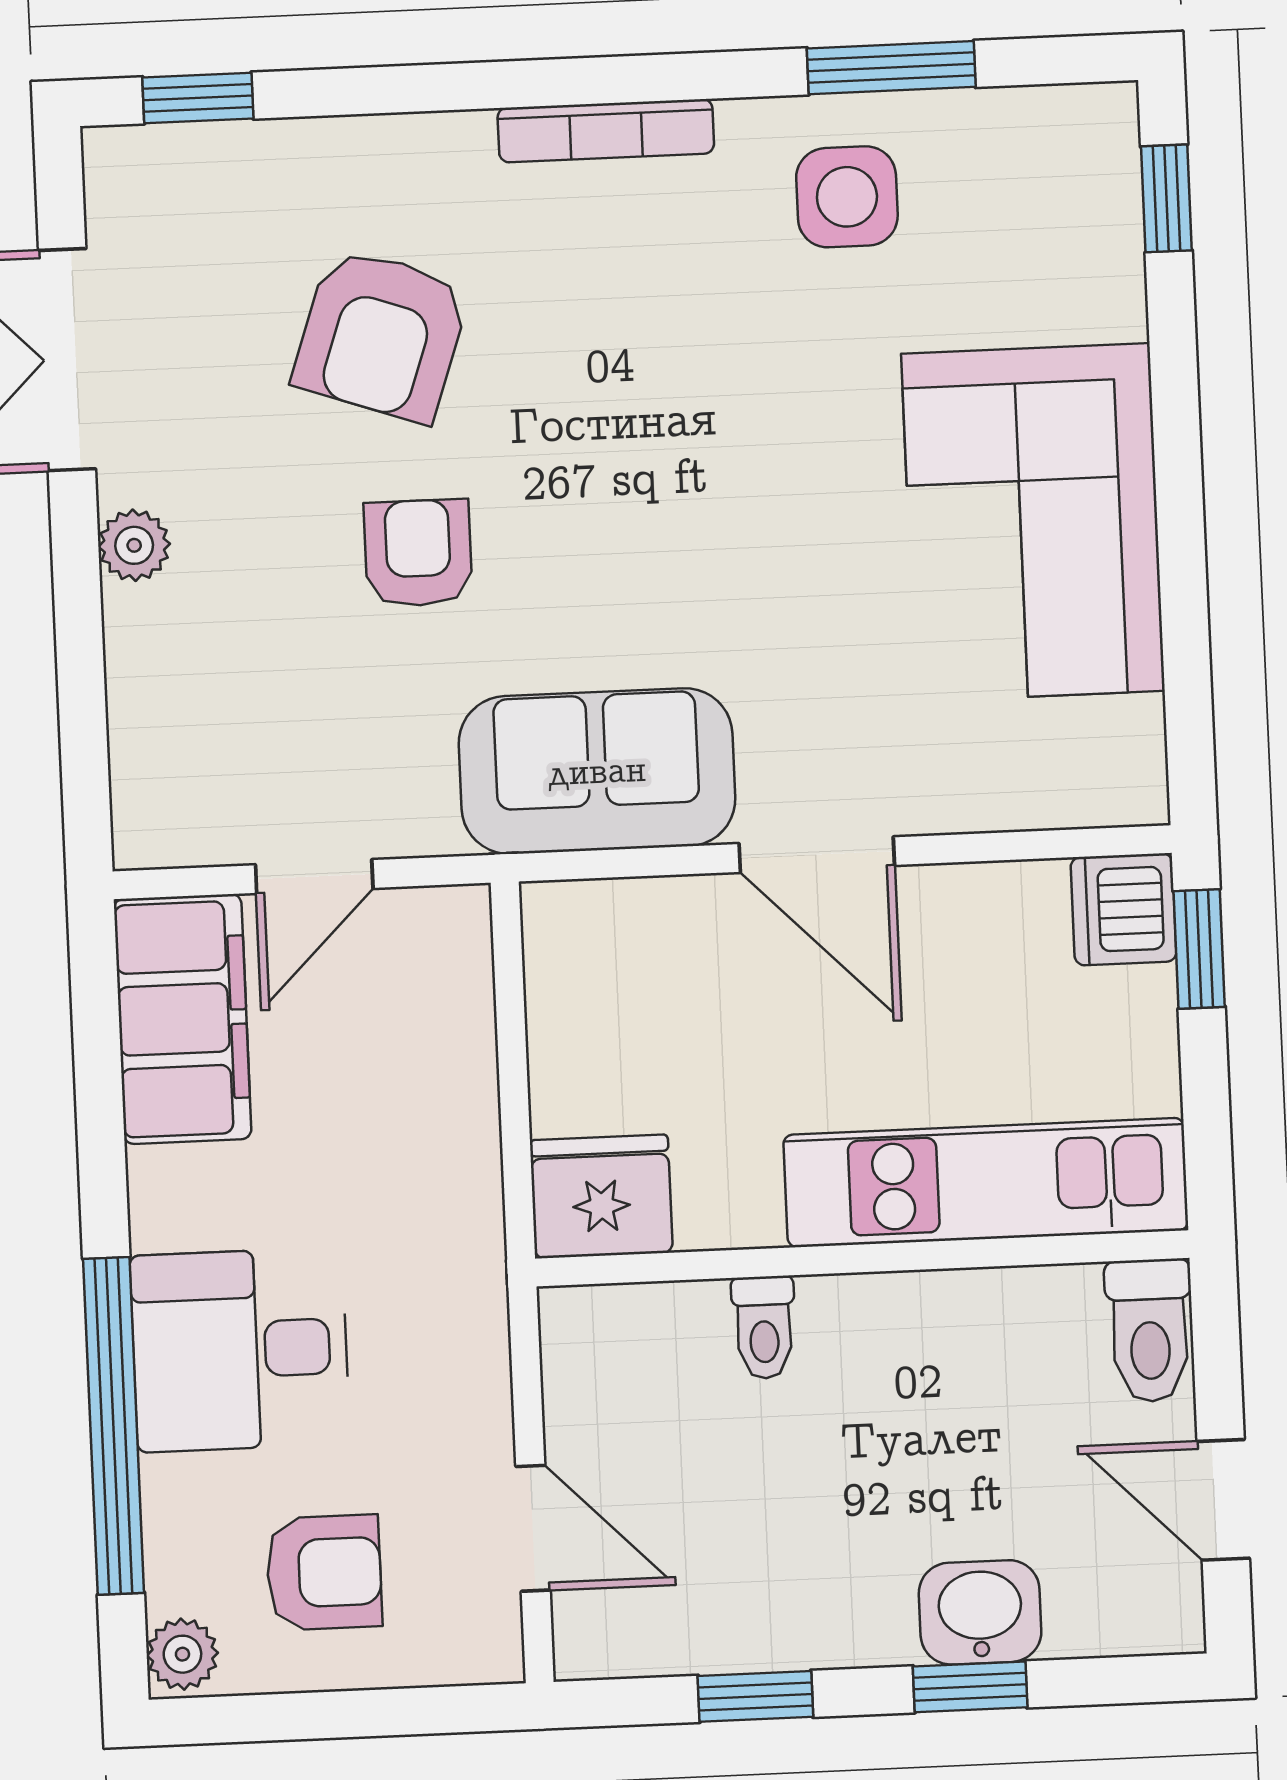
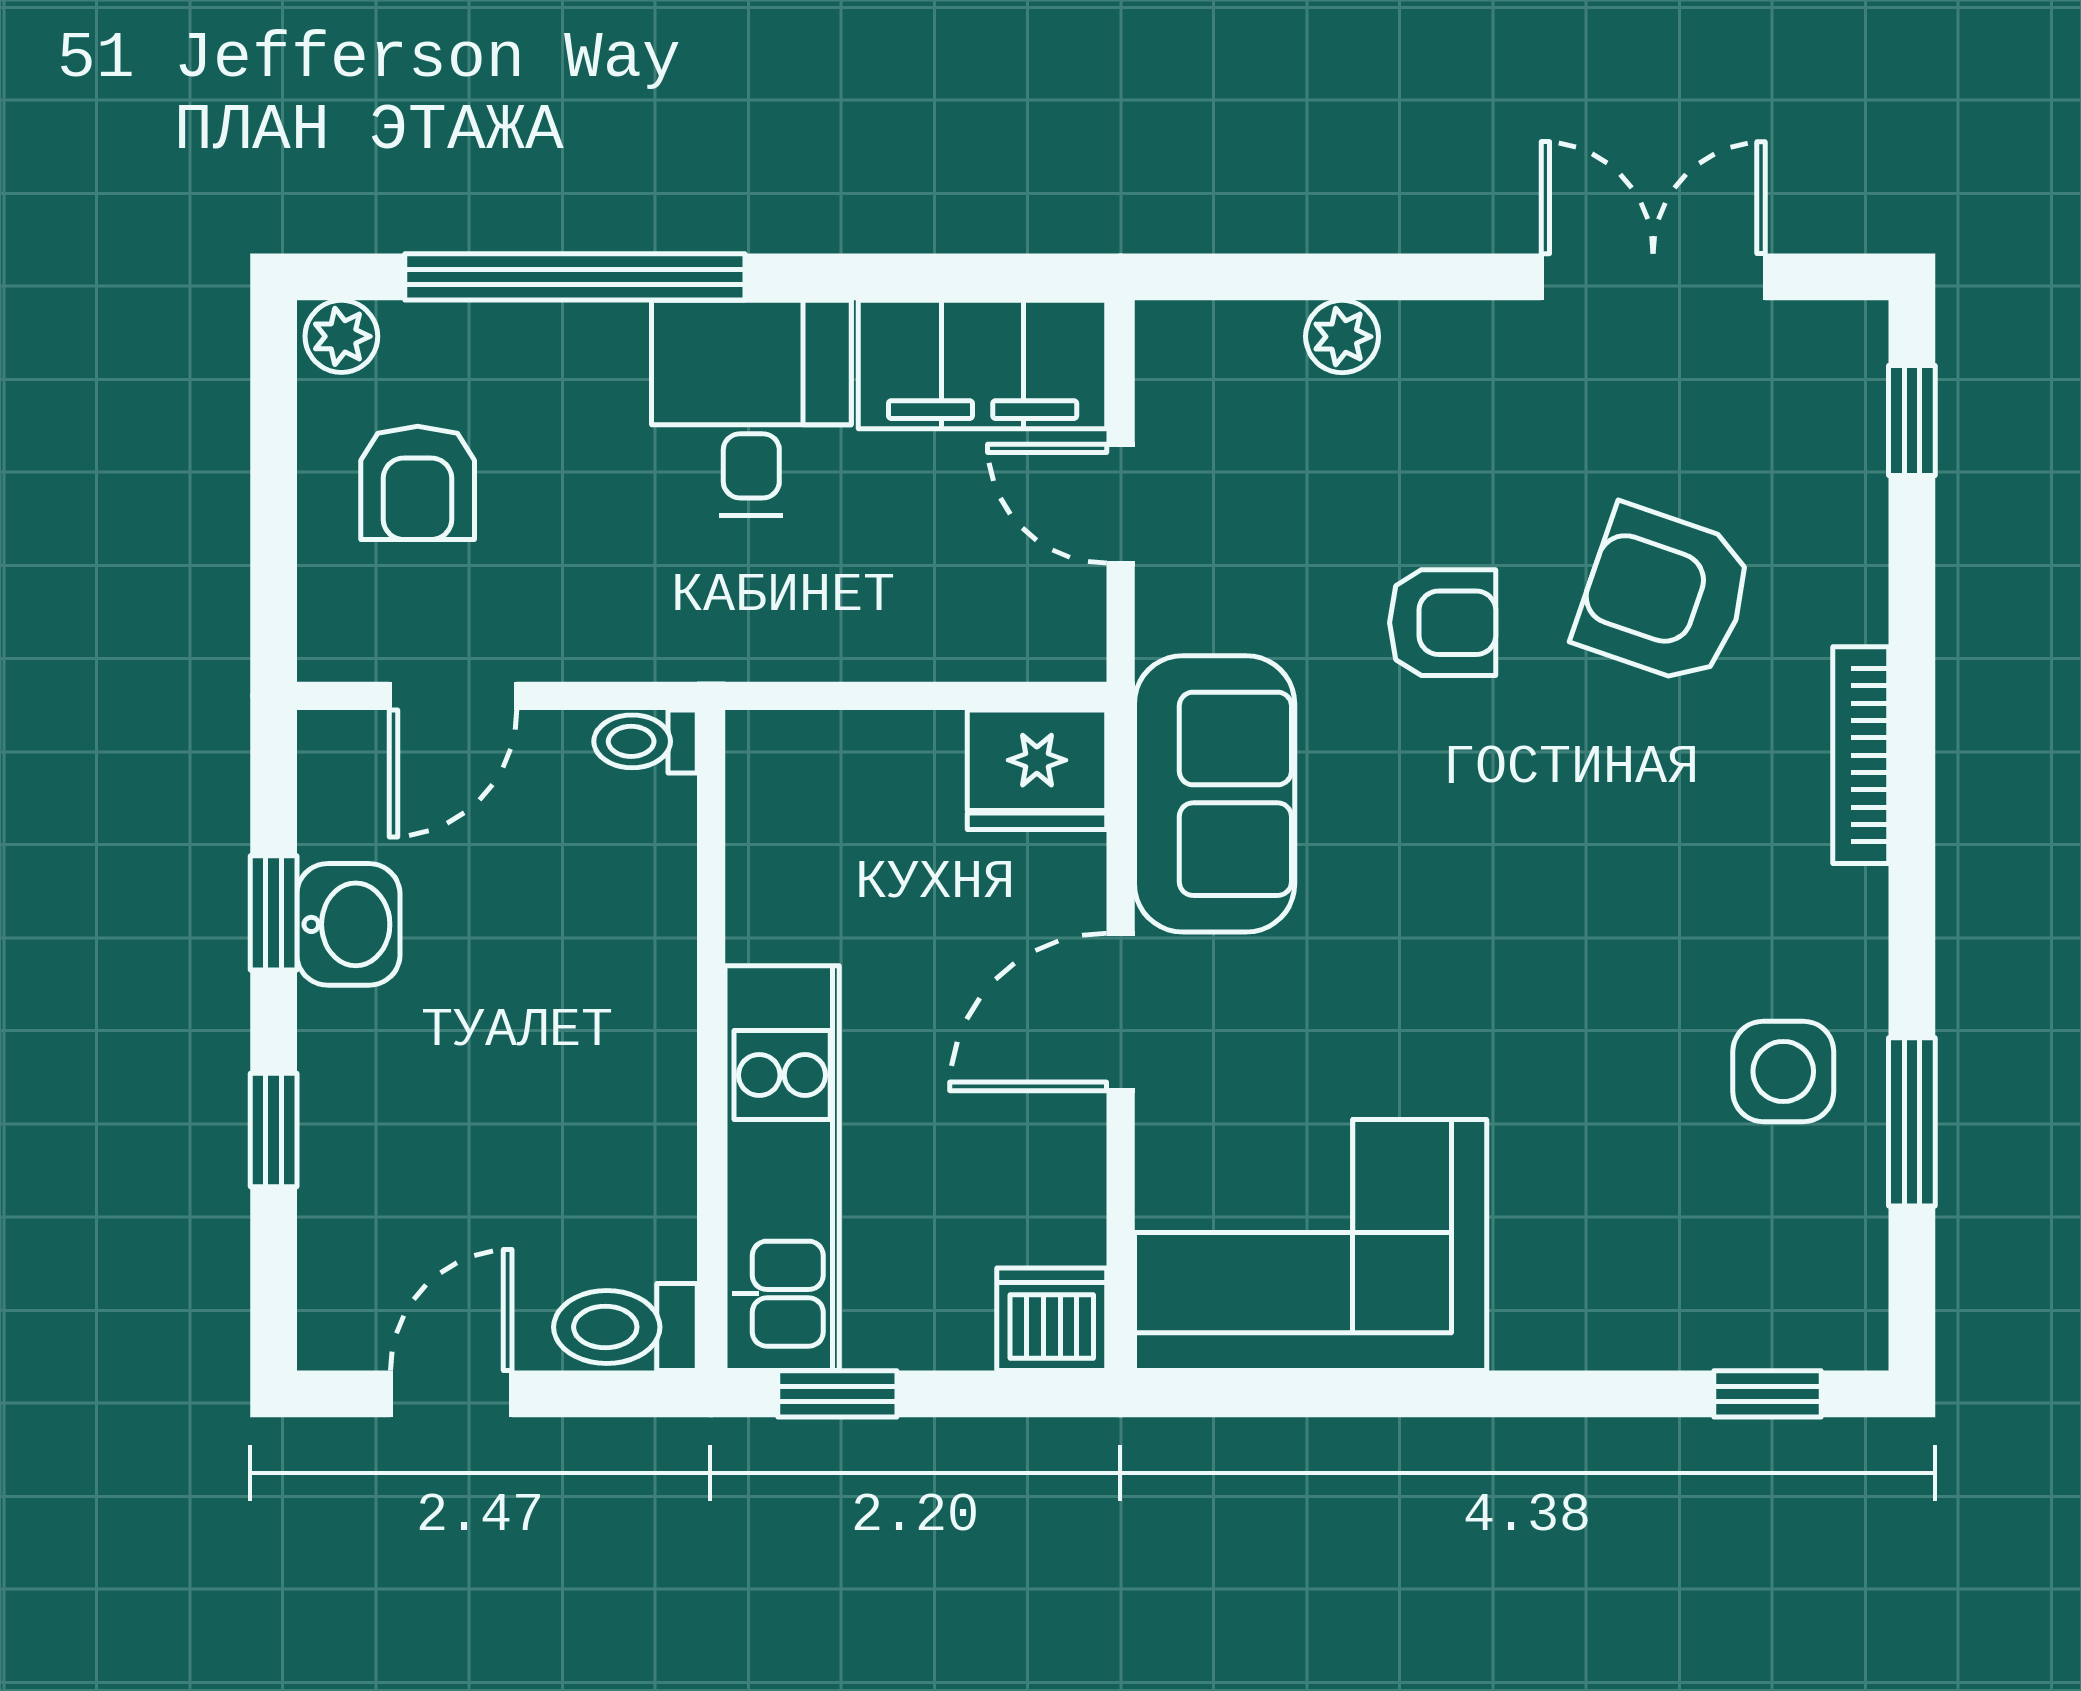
bookcase: (606, 131) -> (1861, 755), moved
corner sofa: (1033, 522) -> (1311, 1245), moved
plant: (134, 545) -> (1342, 337), moved
window: (1199, 949) -> (837, 1394), moved
fridge: (601, 1196) -> (1037, 770), moved, turned 90
toilet: (764, 1327) -> (646, 741), moved
desk: (240, 1350) -> (751, 408), moved
washbasin: (980, 1612) -> (348, 924), moved

